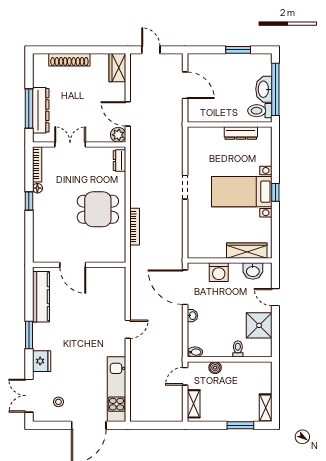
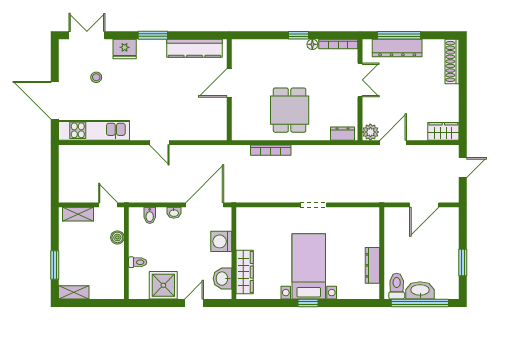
shoe rack: (69, 60) -> (452, 61), moved
bidet: (195, 352) -> (150, 215), moved
stool: (58, 402) -> (96, 77), moved

